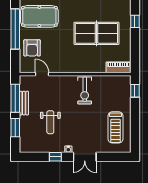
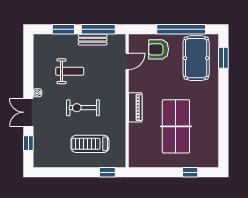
piano: (118, 67) -> (135, 107), moved
exercise bike: (85, 91) -> (83, 108), moved
weight bench: (50, 122) -> (70, 71), turned 180
treadmill: (115, 127) -> (90, 144), moved
window: (55, 157) -> (28, 143), moved

